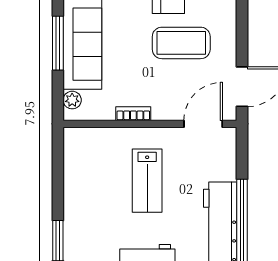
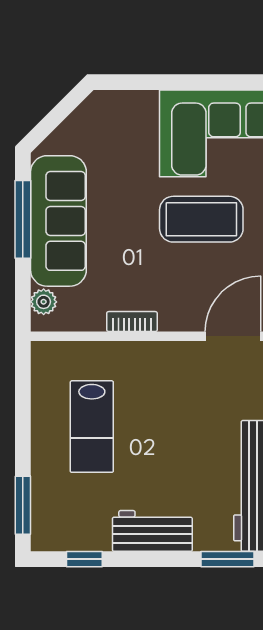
lab bench: (147, 181) -> (92, 427), moved

